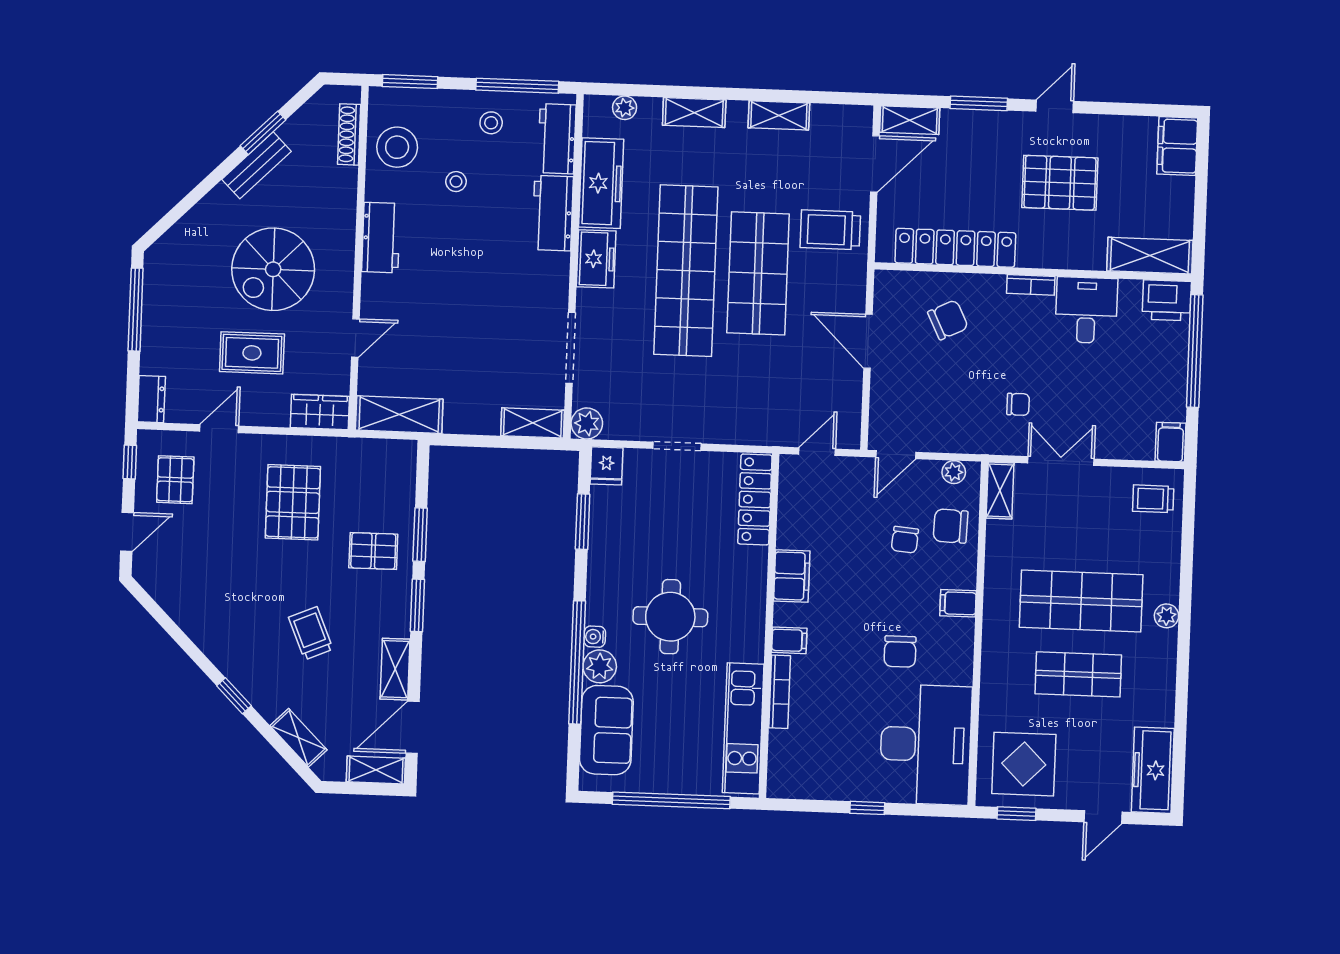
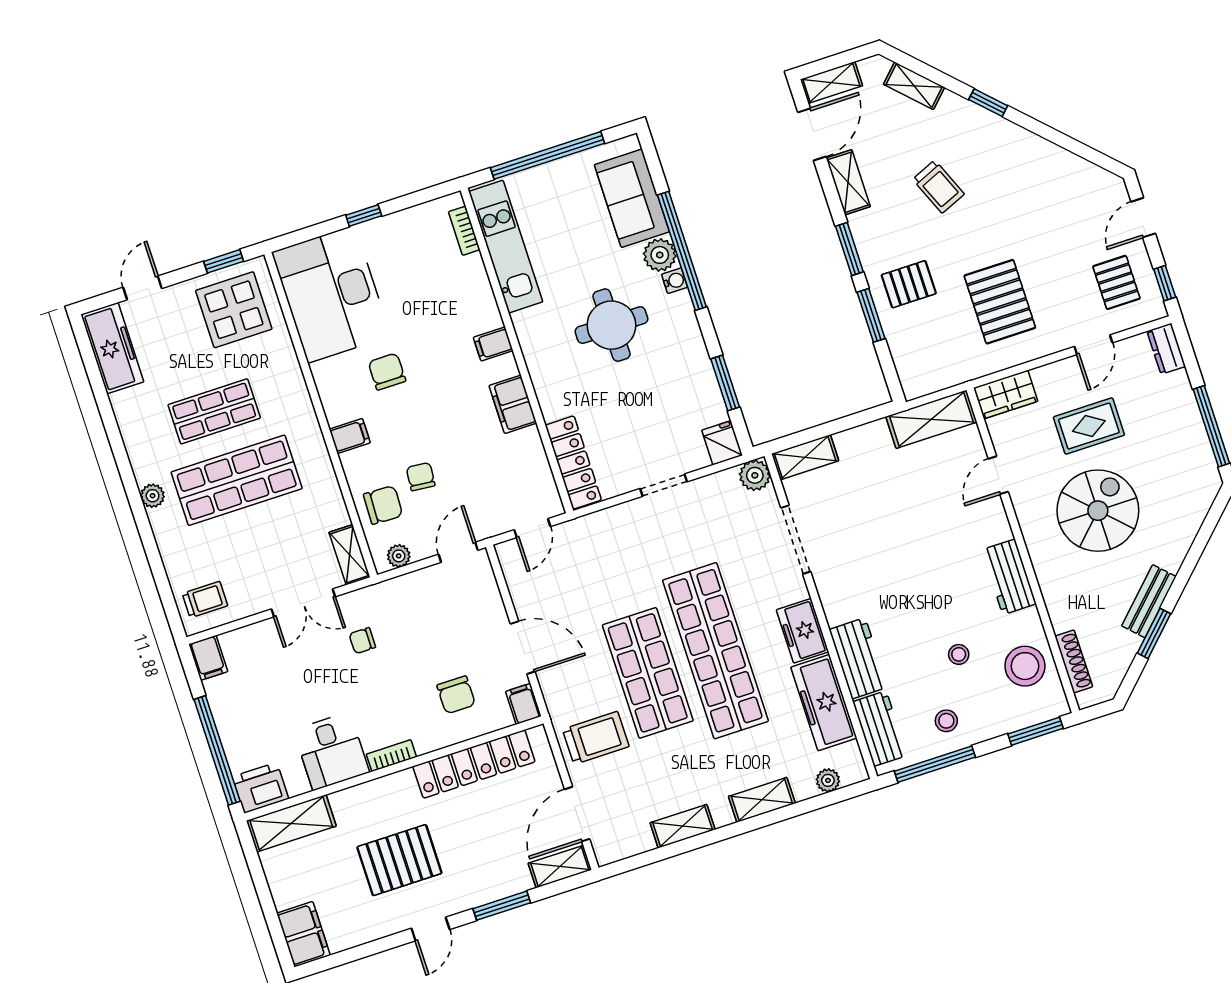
filing cabinet: (887, 288) -> (523, 704), added
chair: (948, 320) -> (456, 695), turned -64
bookcase: (780, 692) -> (464, 231), moved, width x0.64

